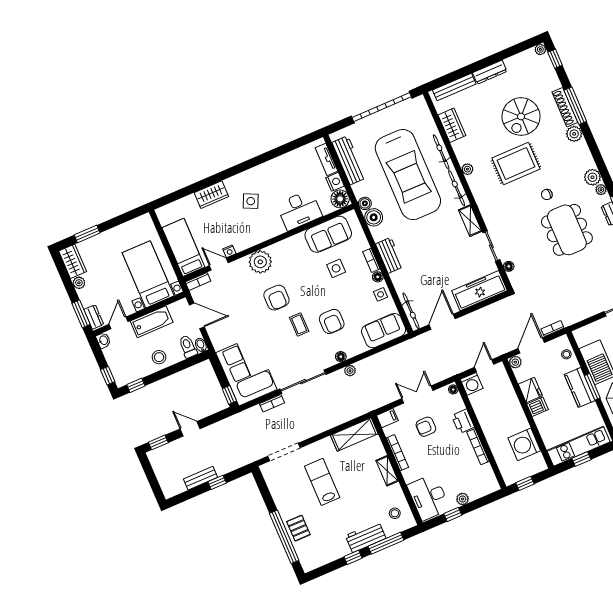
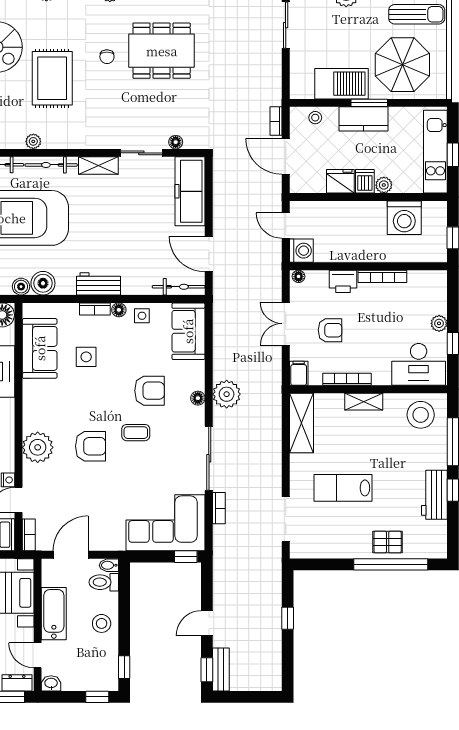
plant: (515, 362) -> (384, 185), moved
plant: (350, 371) -> (227, 394), width x1.88, depth x1.88
armchair: (426, 427) -> (330, 330), turned -90
bench: (201, 478) -> (221, 670), moved
stool: (395, 513) -> (421, 415), width x1.89, depth x1.89
workbench: (366, 537) -> (434, 495), moved

